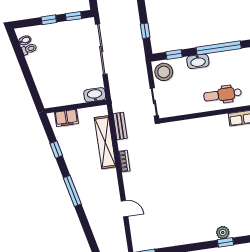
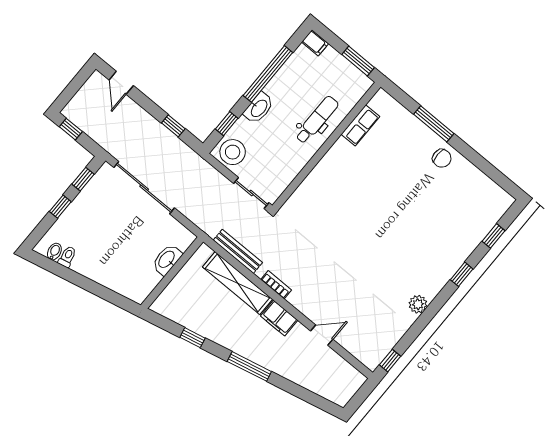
washbasin: (95, 95) -> (167, 260), moved
dental chair: (223, 95) -> (317, 120), turned 180
filing cabinet: (66, 118) -> (279, 318), moved, turned 90
bench: (120, 126) -> (238, 251), width x1.36
plant: (223, 233) -> (418, 304), moved

